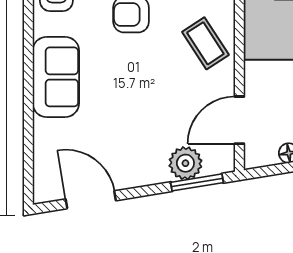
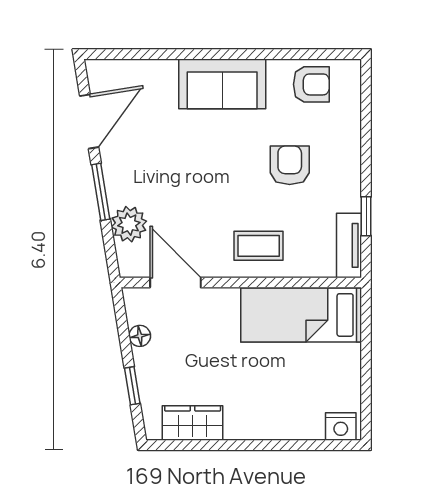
coffee table: (205, 43) -> (259, 246), turned 33
window: (197, 182) -> (101, 192), moved

